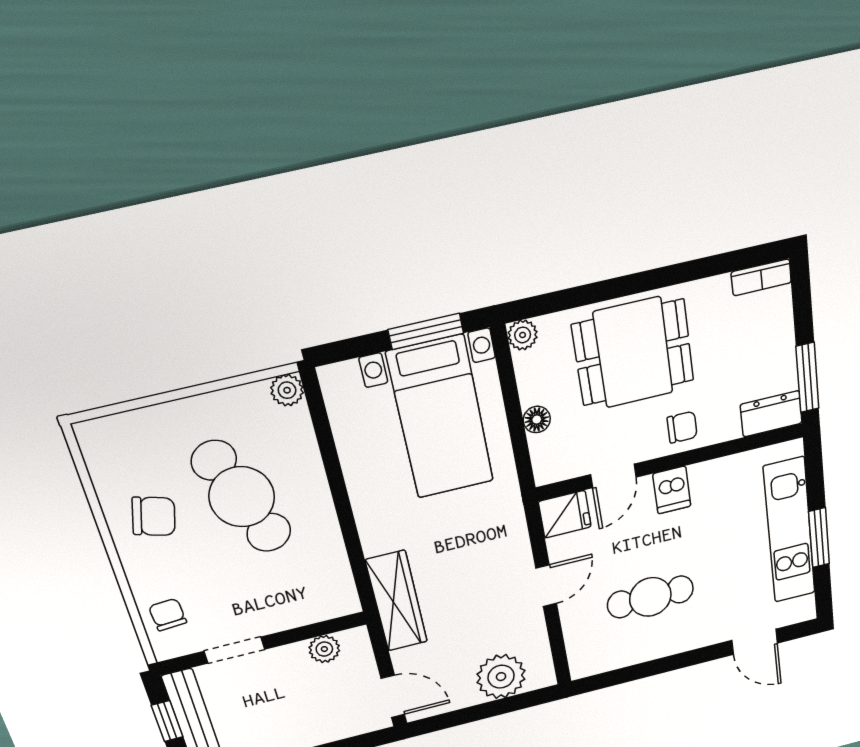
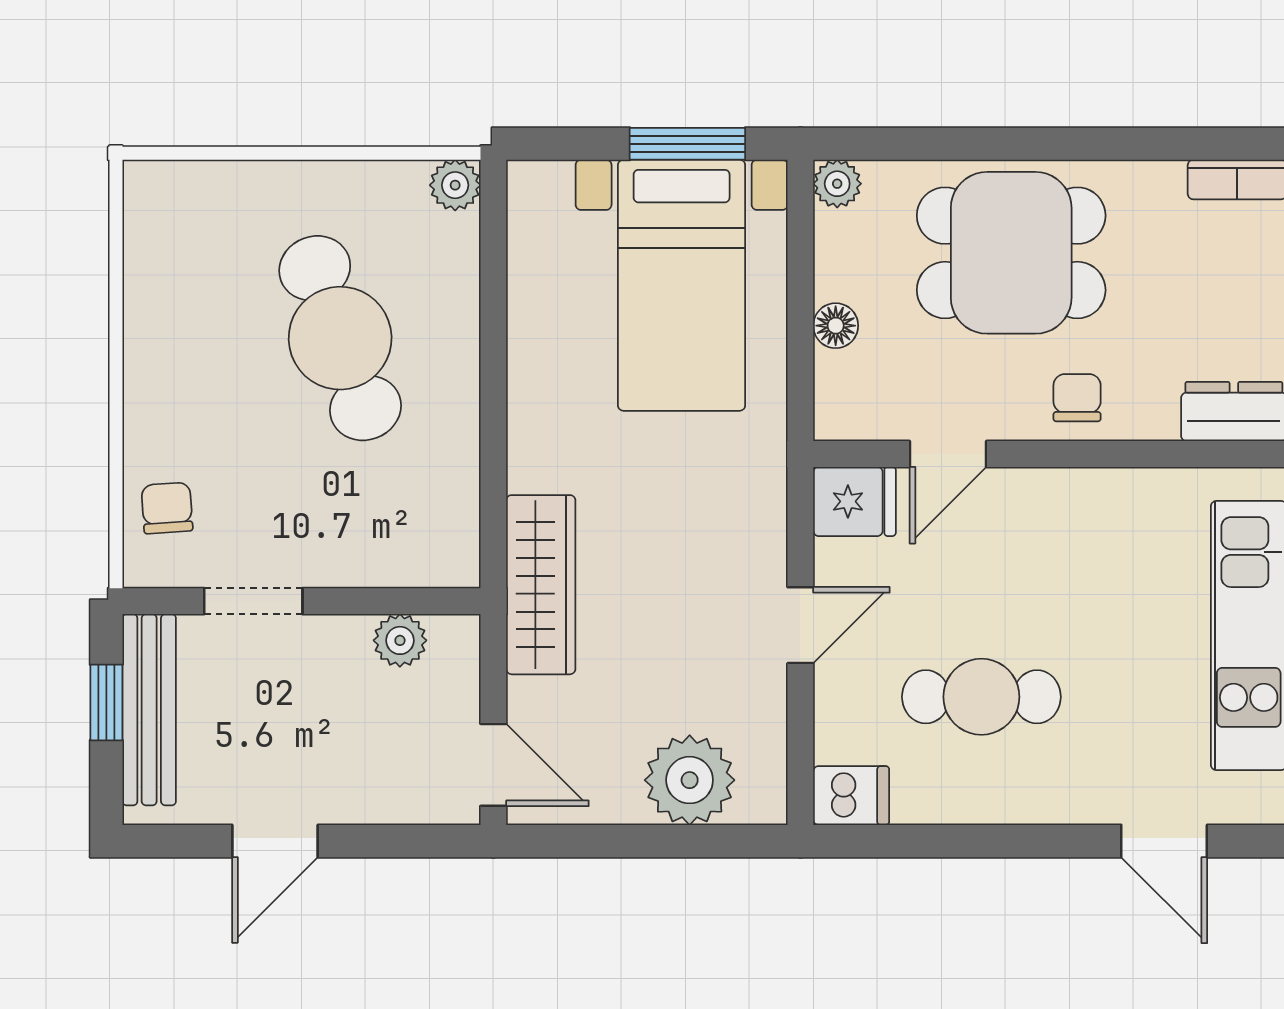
chair: (682, 427) -> (1077, 398), turned -90
dishwasher: (672, 490) -> (851, 796), moved, turned -90
chair: (154, 516) -> (197, 336), removed

